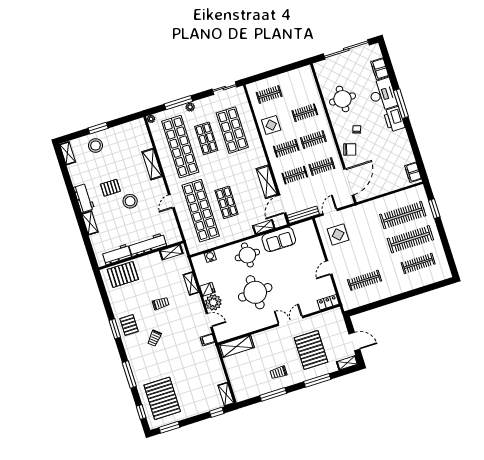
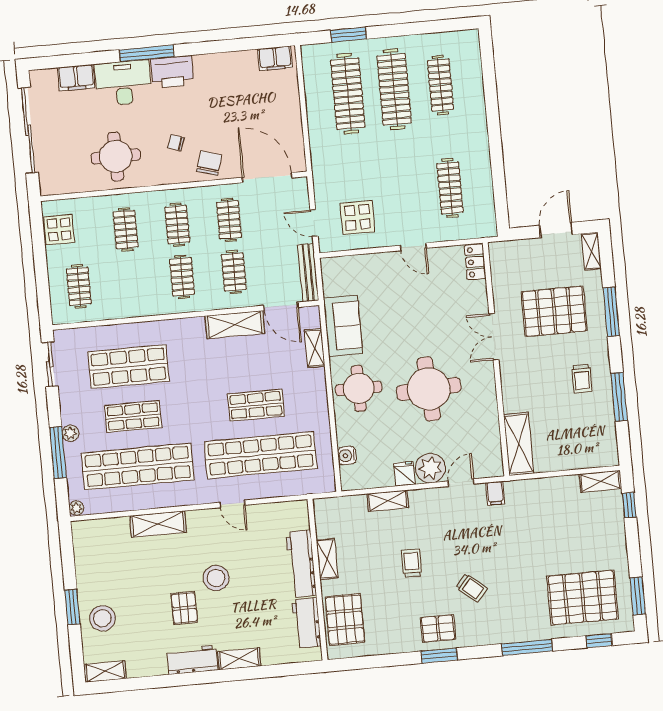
display table: (271, 125) -> (59, 230), moved
shelving: (171, 252) -> (327, 559), moved

